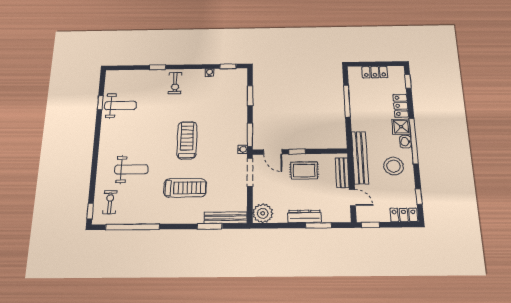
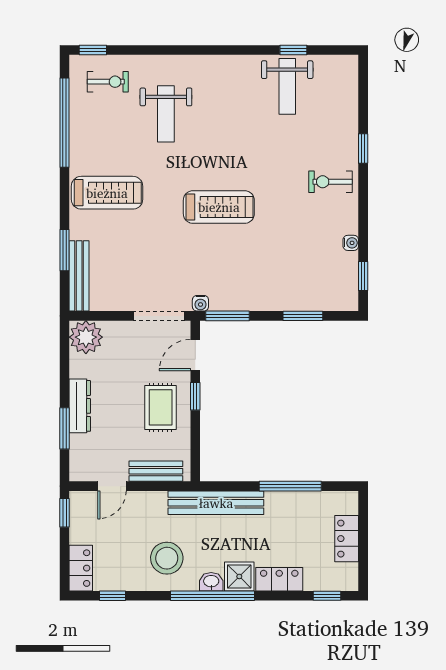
bench: (360, 158) -> (216, 503), moved
treadmill: (185, 188) -> (107, 193), moved, turned -90

